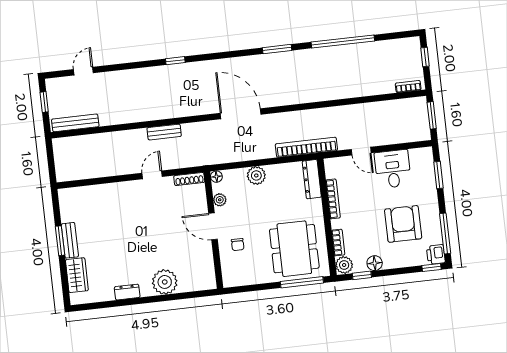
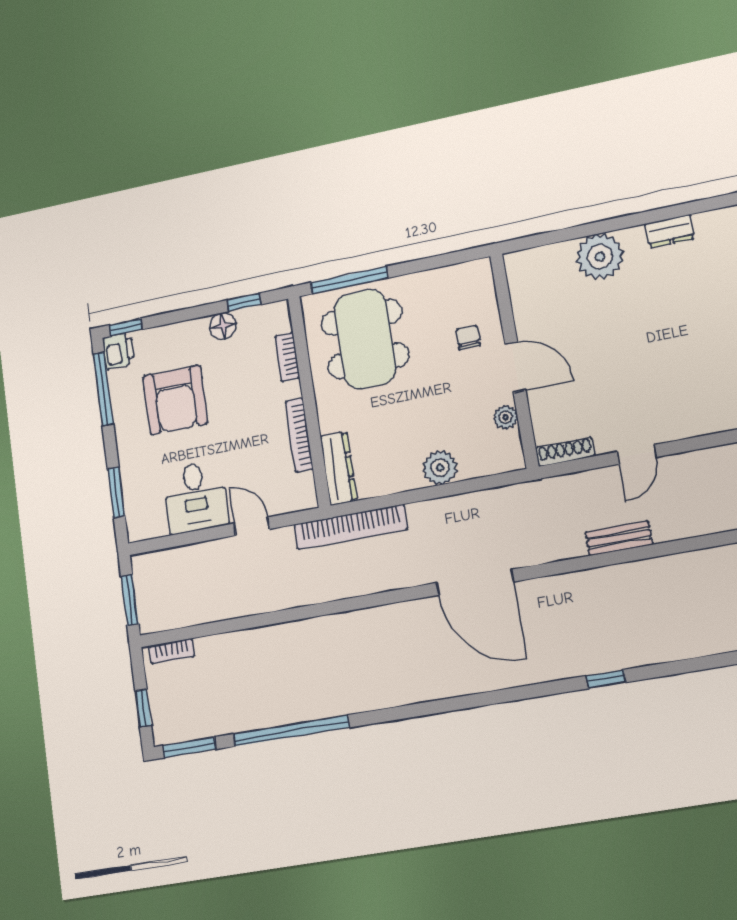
window: (277, 49) -> (189, 747), moved
floor lamp: (216, 177) -> (514, 460), removed
plant: (344, 265) -> (276, 318), removed

